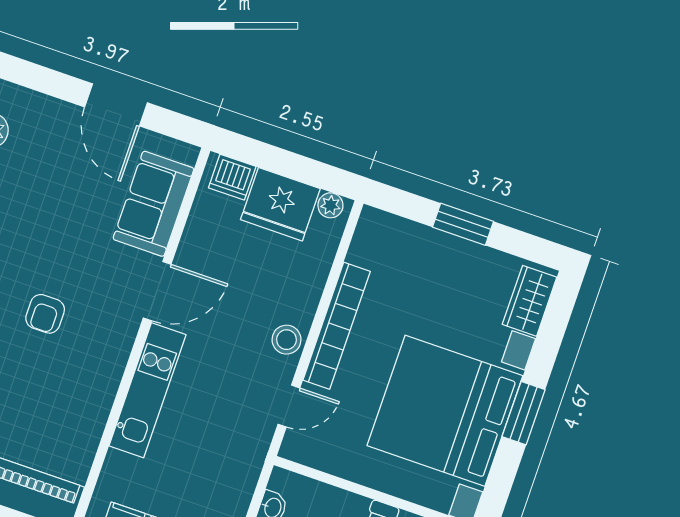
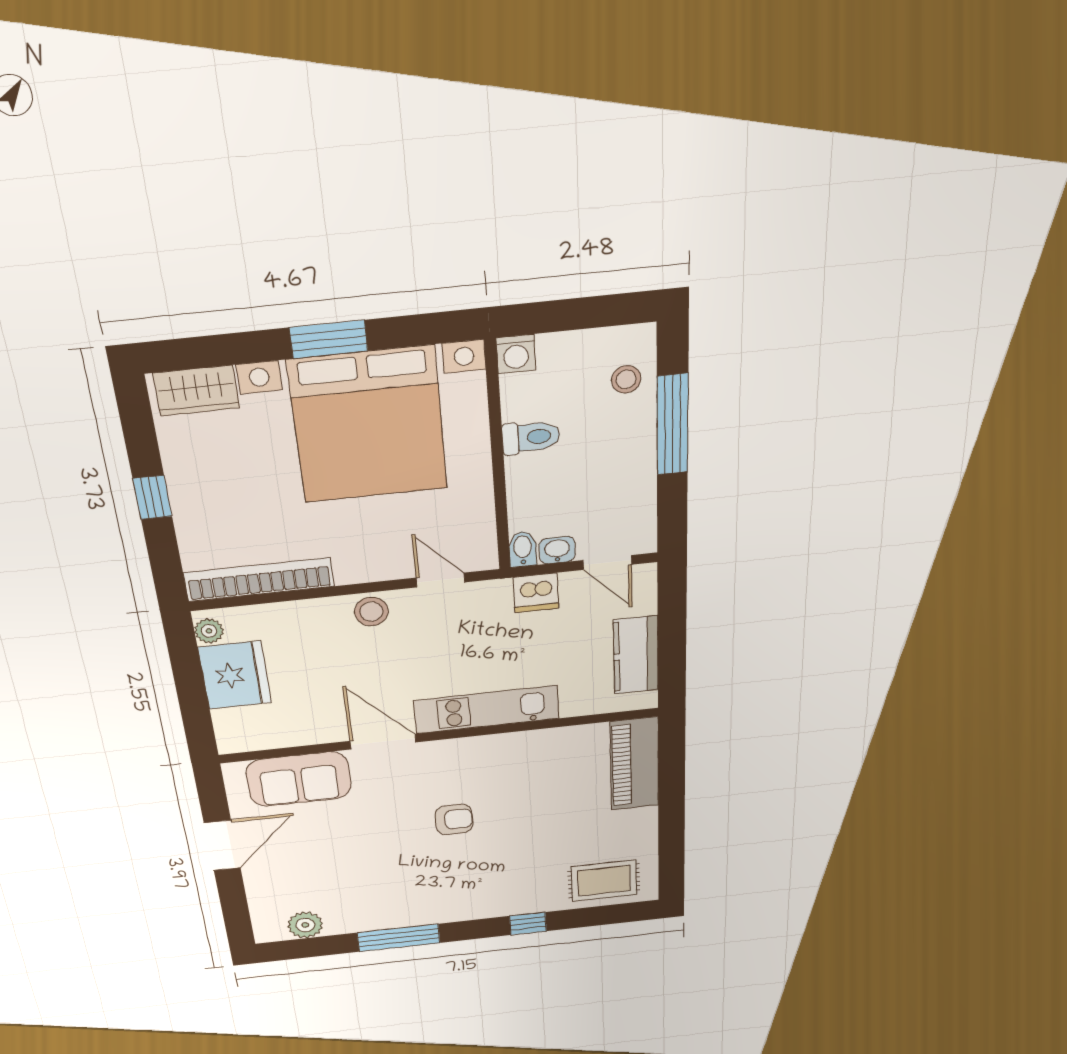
dishwasher: (232, 177) -> (536, 593), moved, turned 90
window: (463, 224) -> (152, 497), width x0.67
bookcase: (337, 326) -> (259, 580), moved
bidet: (286, 481) -> (523, 549), added

